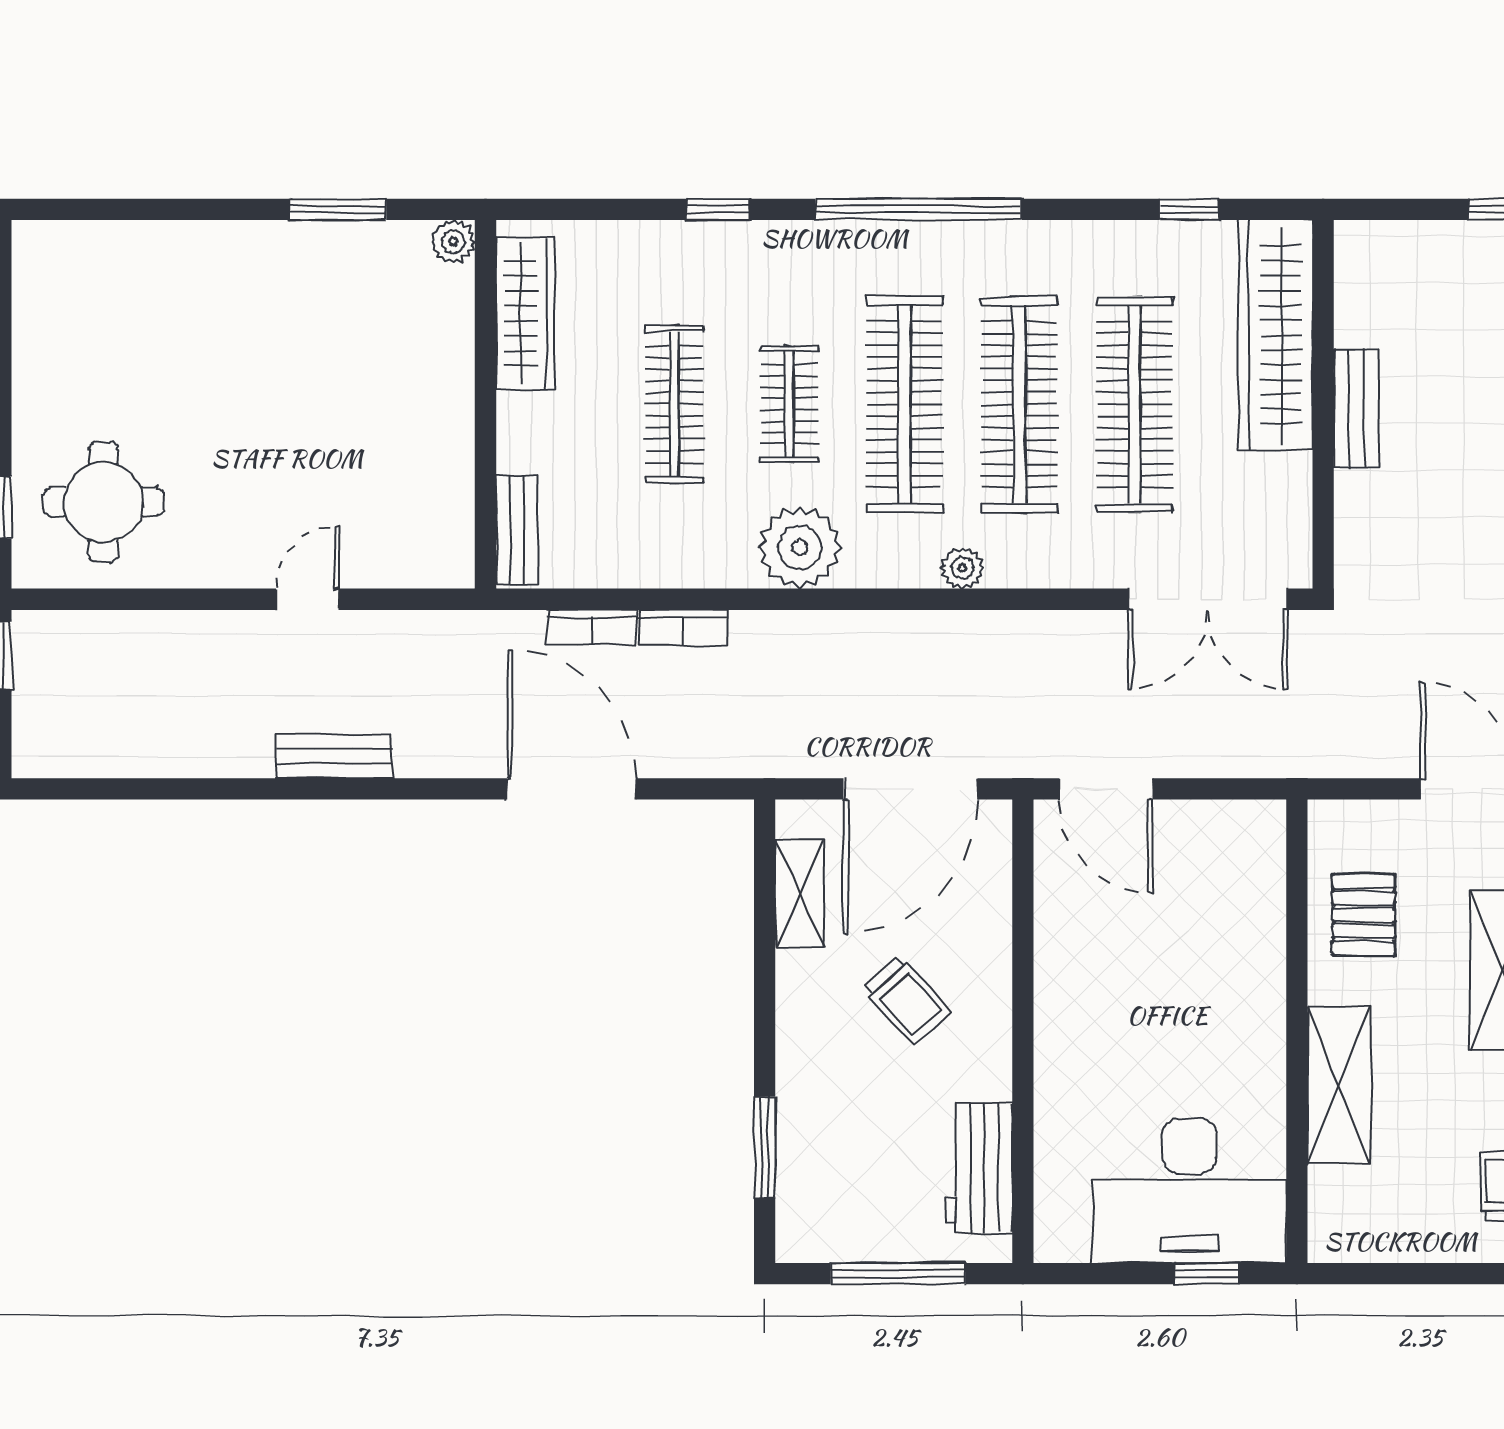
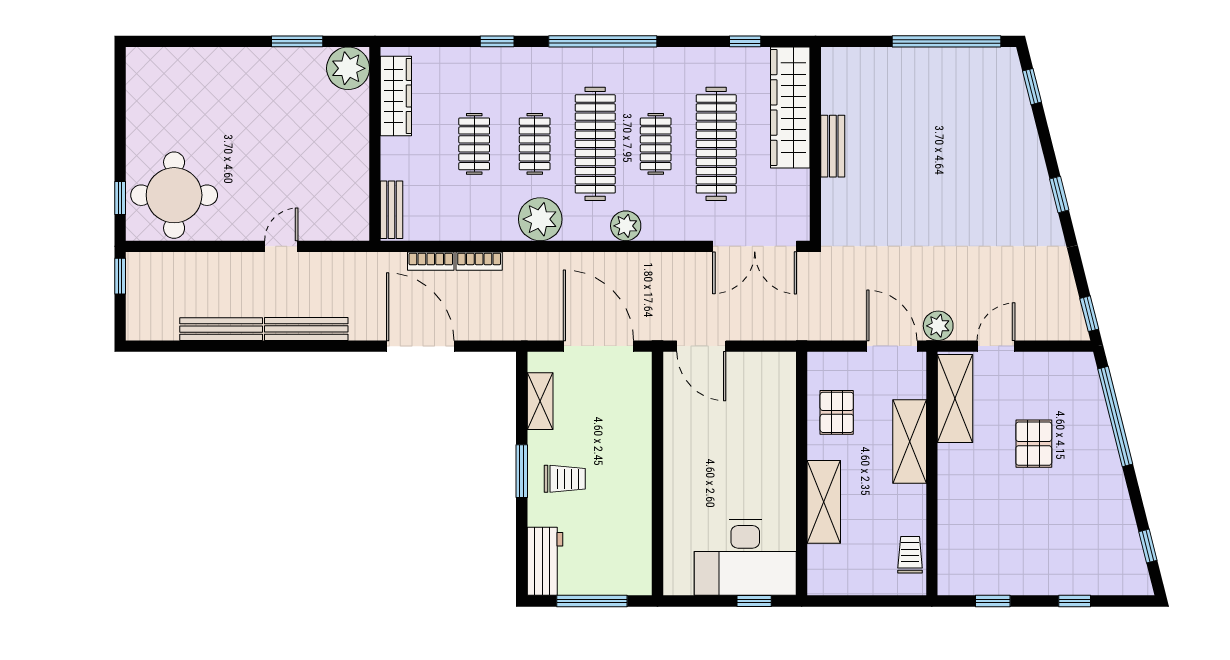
plant: (453, 242) -> (348, 68), width x1.88, depth x1.88
clothes rail: (674, 404) -> (474, 144), width x0.73
clothes rail: (1019, 404) -> (656, 144), width x0.54, depth x0.76
round table: (103, 502) -> (174, 195), width x1.36, depth x1.36
plant: (962, 568) -> (626, 226), width x1.38, depth x1.38
bench: (193, 756) -> (221, 329), added
bench: (334, 756) -> (306, 329), width x1.36
door: (911, 789) -> (598, 346), swing flipped
trolley: (907, 1000) -> (565, 479), moved, turned -48
window: (765, 1147) -> (522, 471), moved
workbench: (979, 1168) -> (545, 561), moved, turned 180

